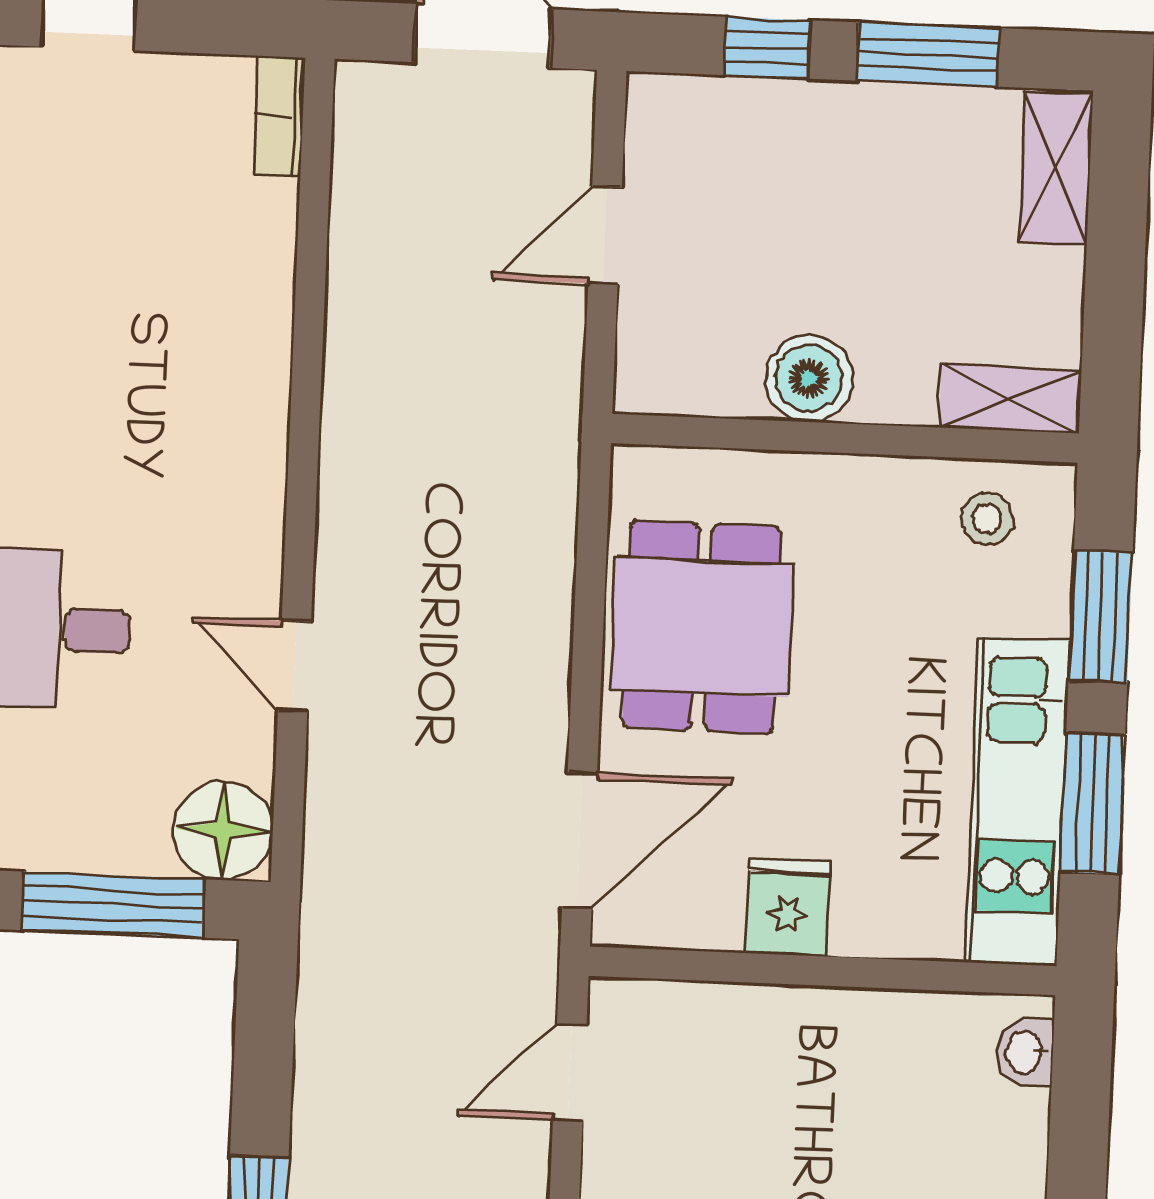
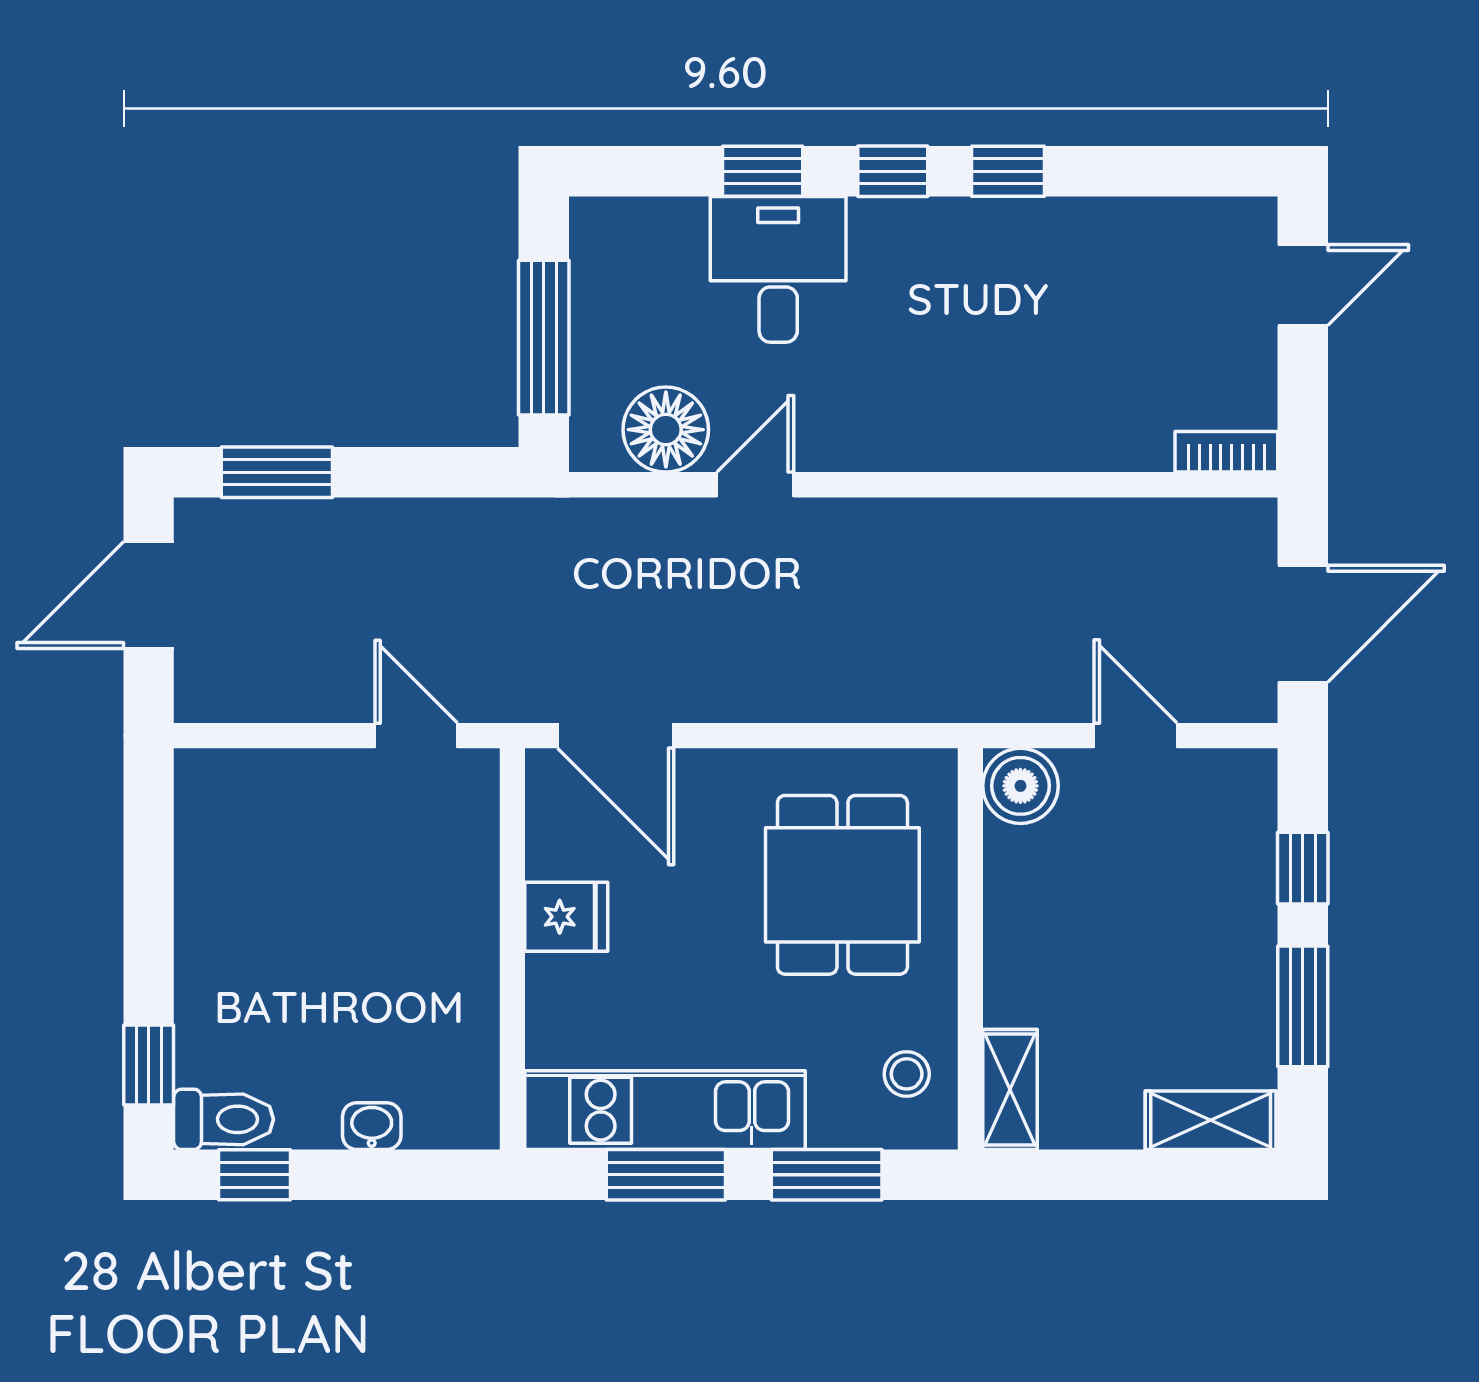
boiler: (809, 378) -> (1020, 786), moved
dining table: (702, 627) -> (842, 885), moved, turned 90
floor lamp: (223, 830) -> (666, 430), moved
washbasin: (1026, 1052) -> (372, 1126), moved

